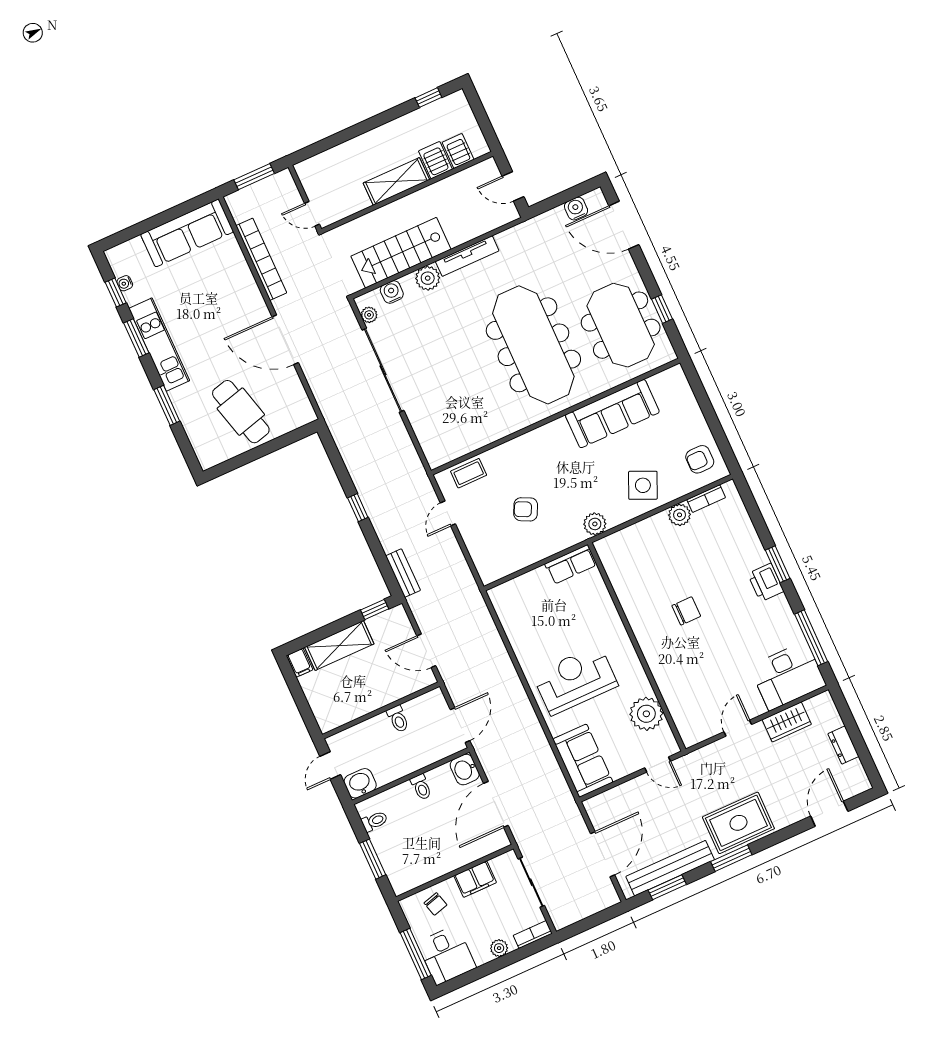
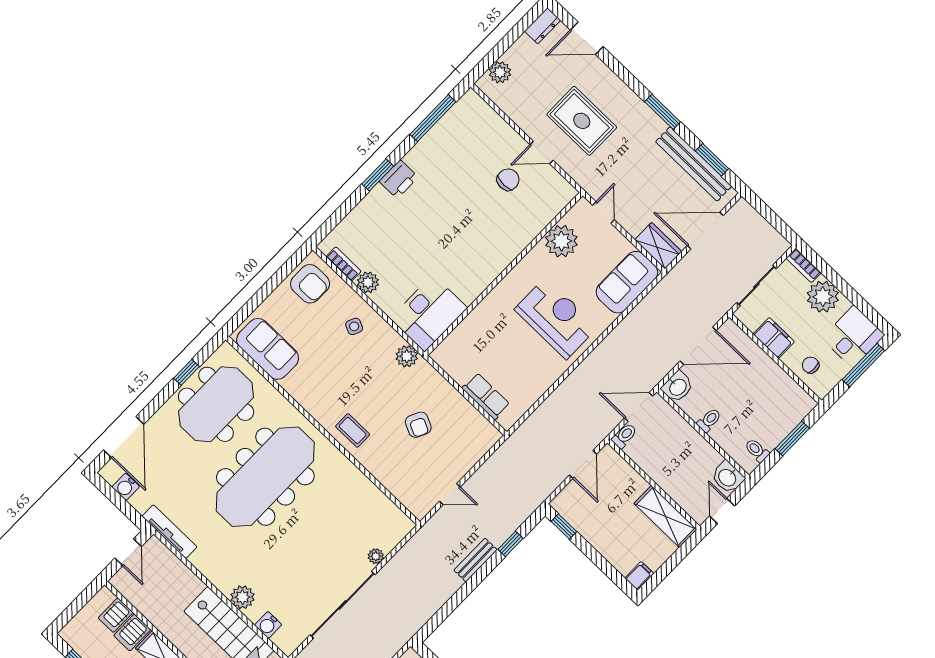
tv unit: (467, 256) -> (170, 532), moved
plant: (369, 315) -> (376, 556), moved
sofa: (612, 414) -> (268, 349), moved, width x0.73
armchair: (700, 459) -> (310, 284), width x1.38, depth x1.38
coffee table: (469, 473) -> (353, 430), moved
side table: (643, 485) -> (354, 326), width x0.54, depth x0.54
window: (358, 508) -> (510, 544), moved
row of seats: (571, 564) -> (486, 396), moved
bench: (403, 573) -> (476, 560), moved
chair: (686, 611) -> (508, 180), moved, turned 90
shelving: (339, 646) -> (665, 516), moved
desk: (788, 676) -> (429, 313), moved, turned 90
reception desk: (575, 680) -> (556, 318), turned 180
toilet: (398, 719) -> (624, 436), moved
plant: (829, 719) -> (500, 72), added
wardrobe: (787, 722) -> (658, 246), moved
dresser: (843, 745) -> (543, 26), moved
door: (330, 766) -> (722, 511), swing flipped
rug: (738, 823) -> (582, 121), moved
chair: (435, 904) -> (811, 365), turned -74
plant: (499, 948) -> (823, 297), width x1.88, depth x1.88

